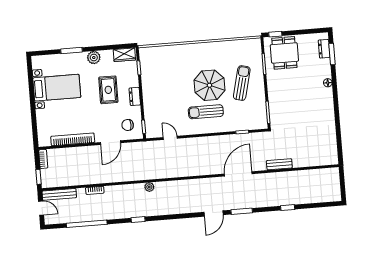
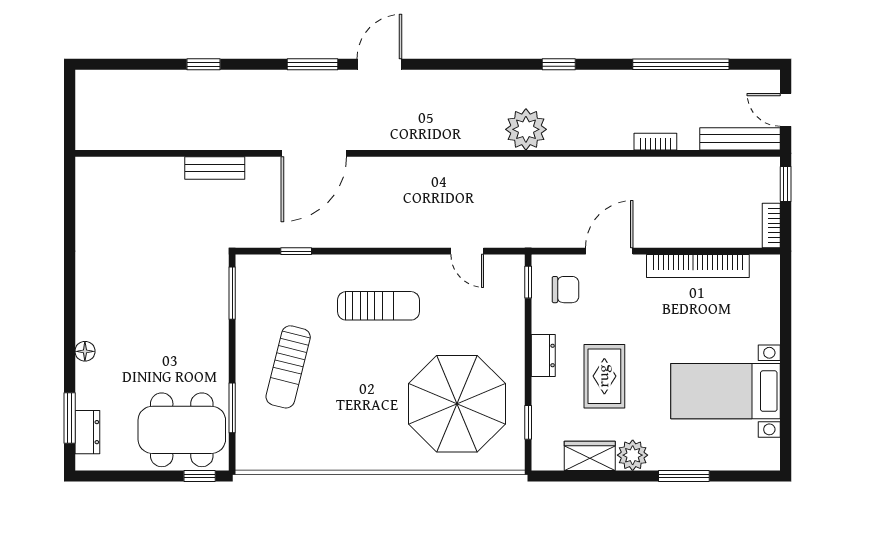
dining table: (284, 53) -> (182, 430), width x1.37
wardrobe: (124, 55) -> (590, 456), moved
parasol: (209, 85) -> (457, 404), moved, width x1.36, depth x1.36
plant: (149, 187) -> (526, 129), width x1.87, depth x1.87

